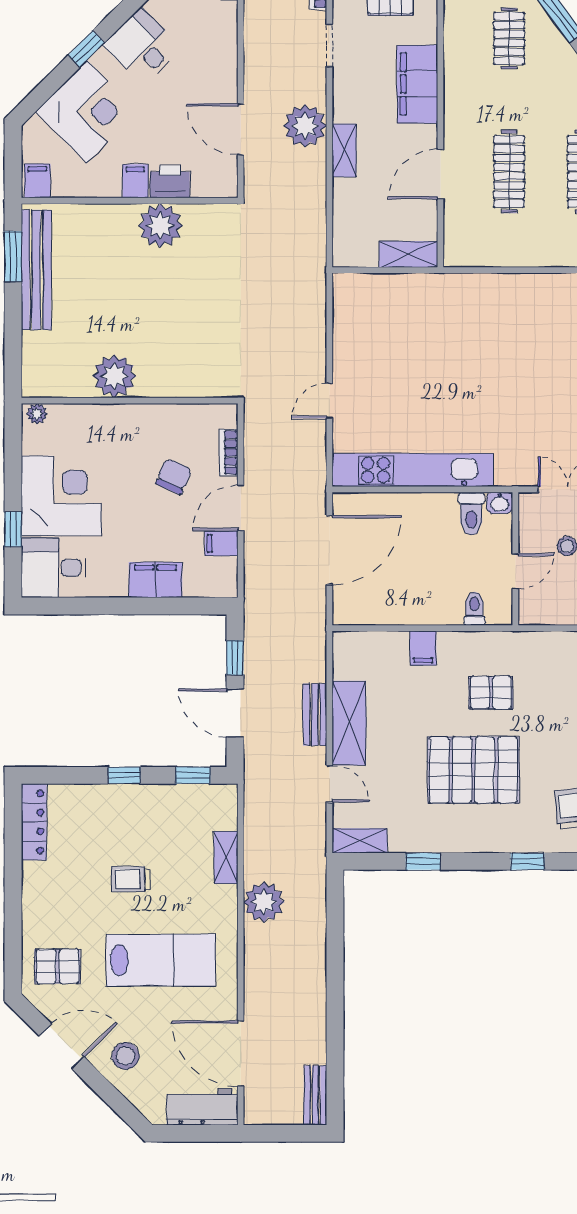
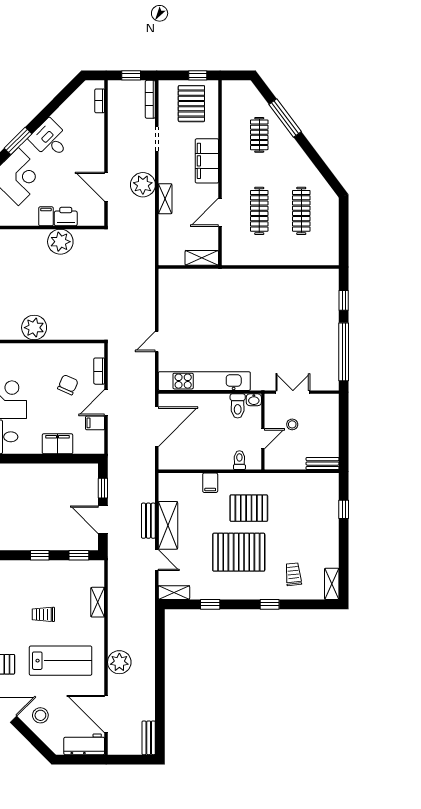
window: (86, 49) -> (18, 141), width x1.50
pallet: (491, 693) -> (249, 508), width x1.50, depth x1.42
plant: (264, 902) -> (119, 662), moved

